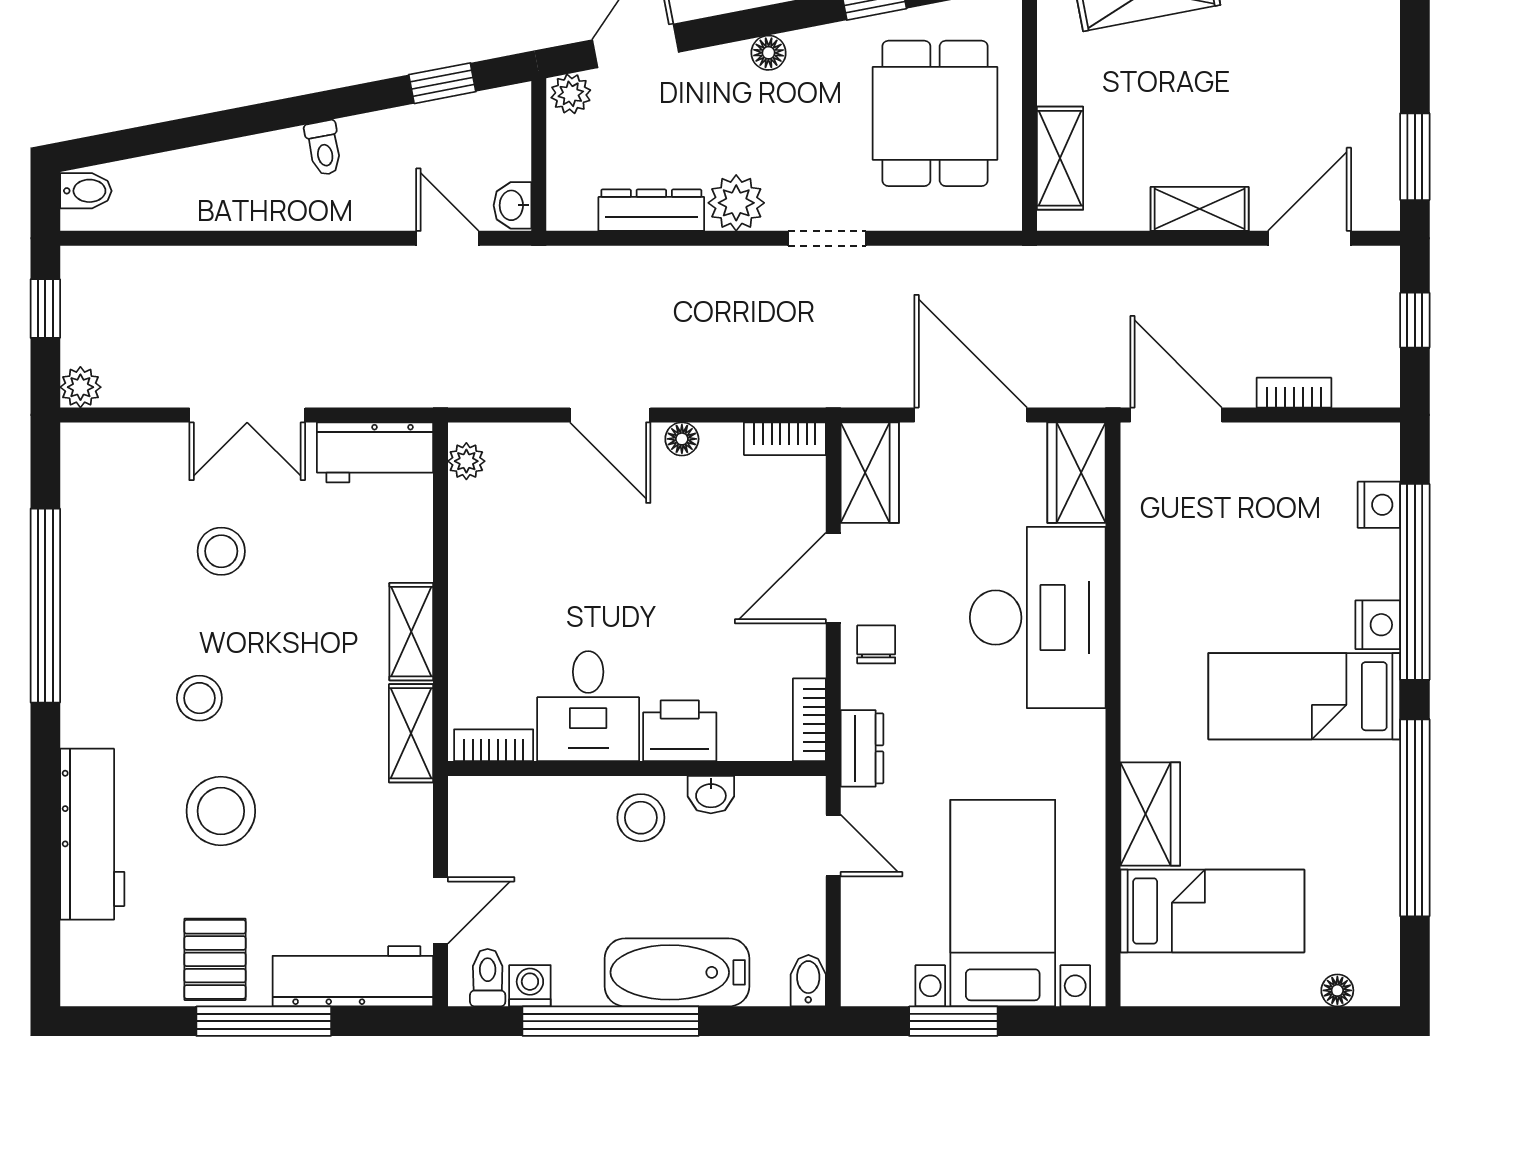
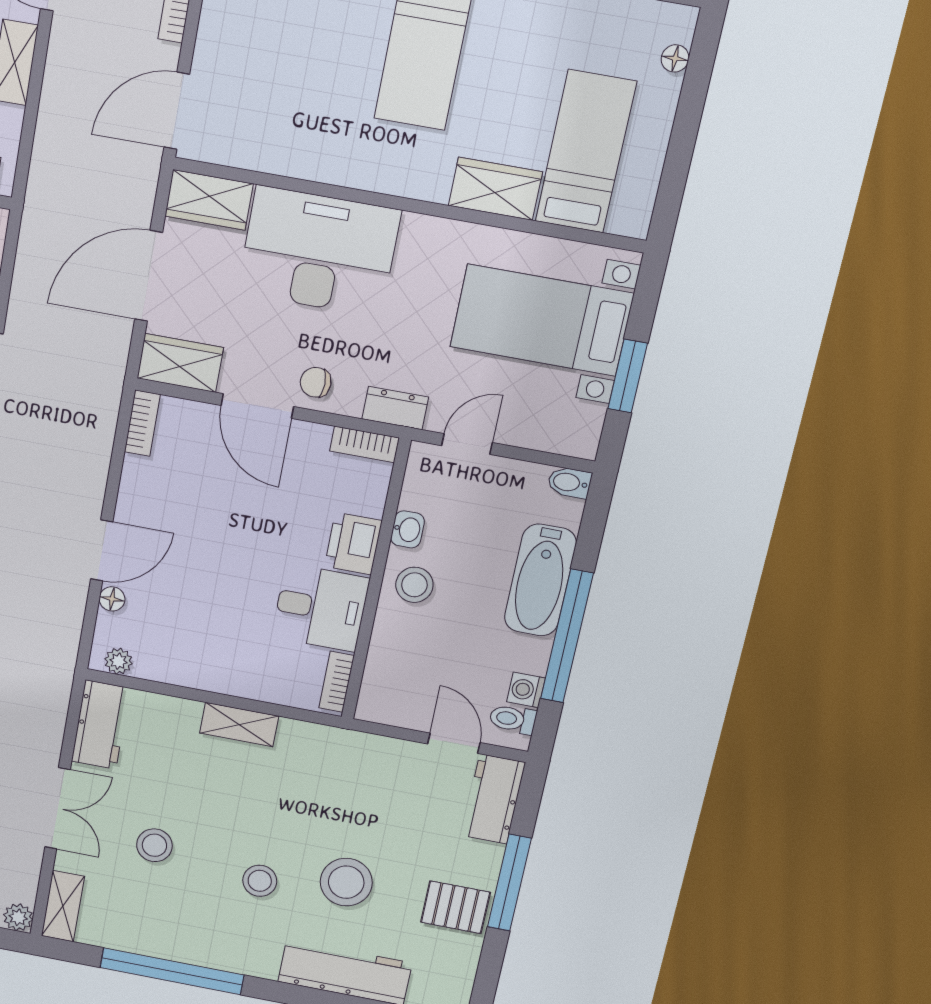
floor lamp: (682, 439) -> (112, 599), moved
shelving: (411, 733) -> (63, 906), moved, turned 90
workbench: (353, 976) -> (493, 799), width x0.73

